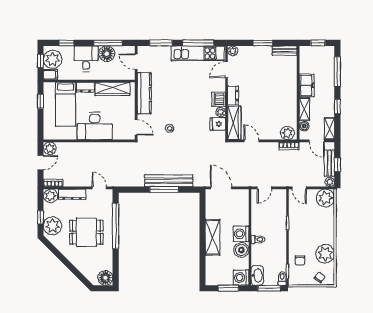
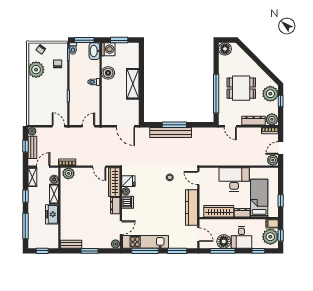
door: (317, 141) -> (43, 167), hinge flipped
plant: (325, 198) -> (36, 118), removed
washing machine: (241, 234) -> (108, 87), removed

